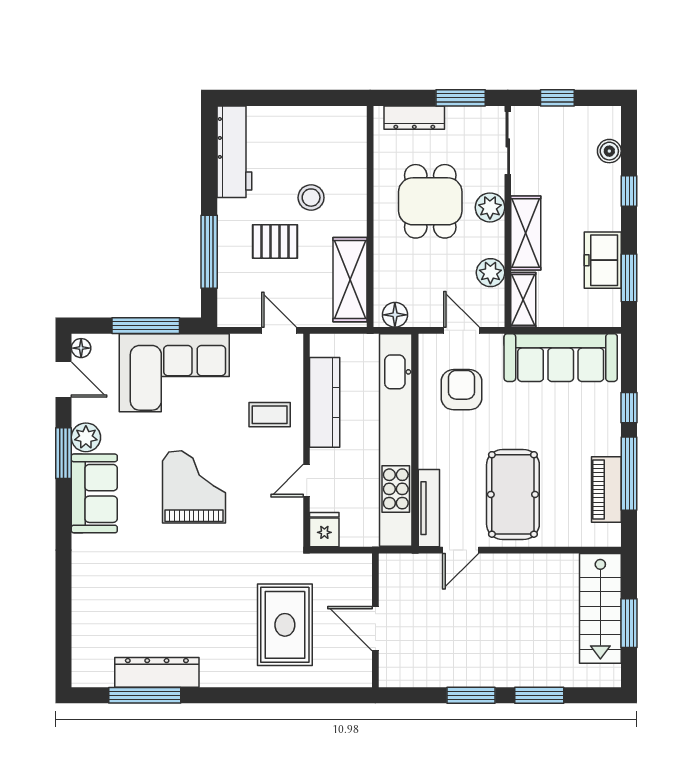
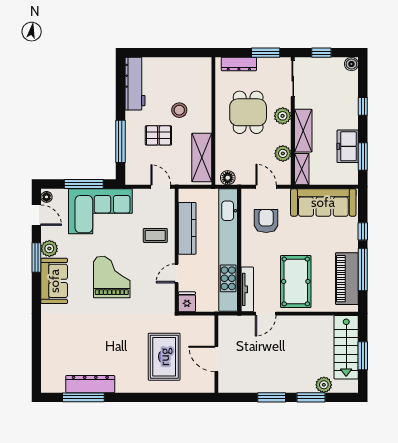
boiler: (609, 151) -> (351, 64), moved
piano: (606, 490) -> (347, 279), width x1.37, depth x1.33
plant: (562, 673) -> (324, 385), added

